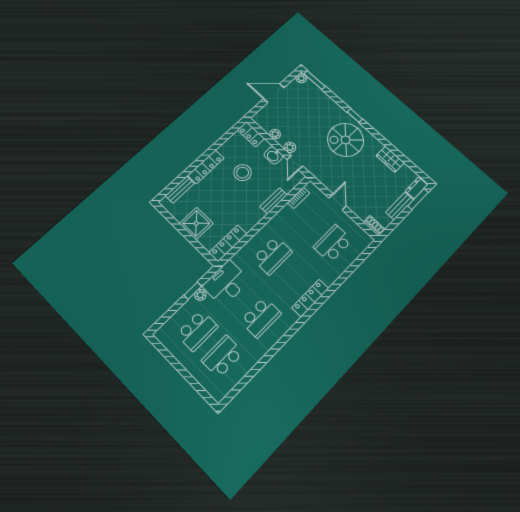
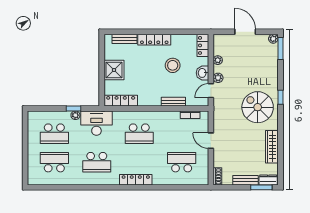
wardrobe: (390, 159) -> (272, 147), width x1.50
door: (338, 202) -> (211, 141), swing flipped

